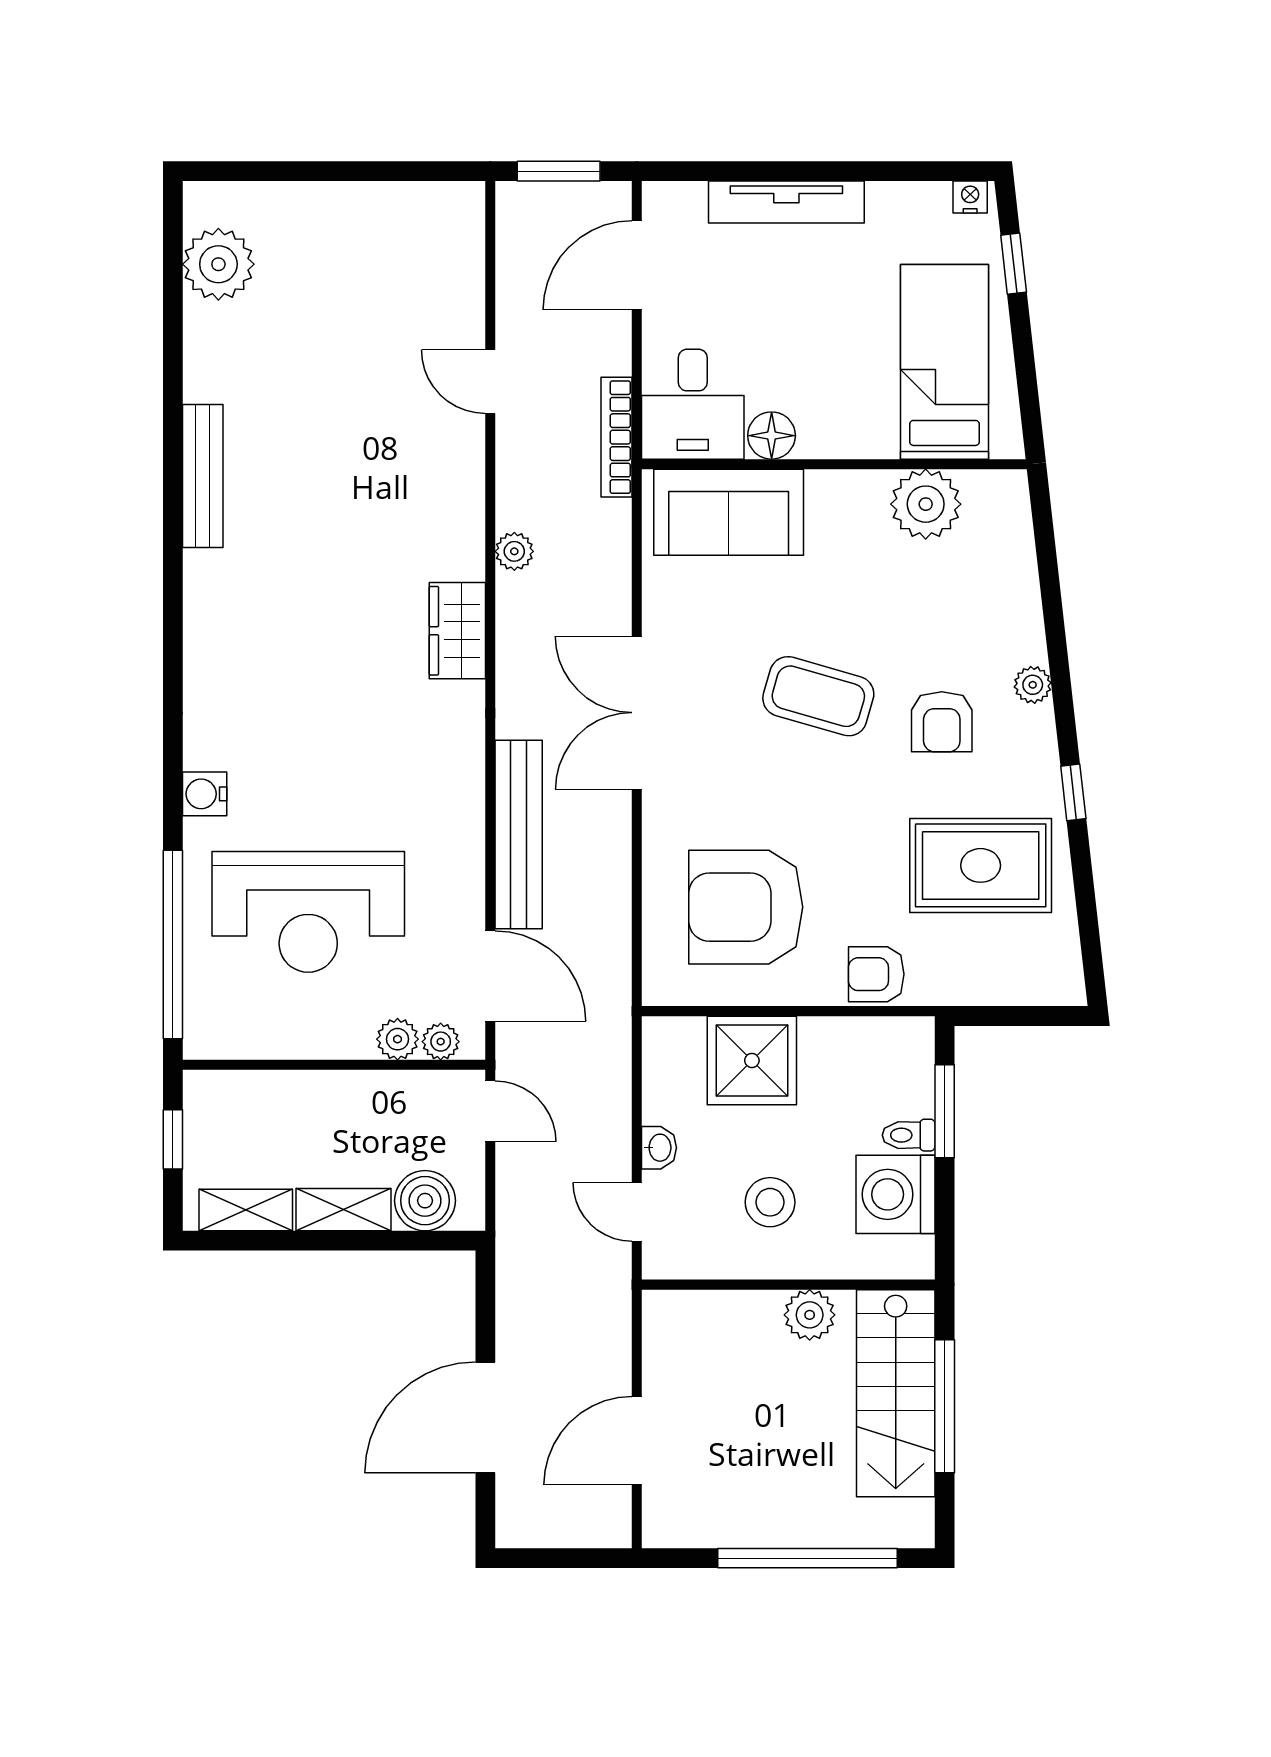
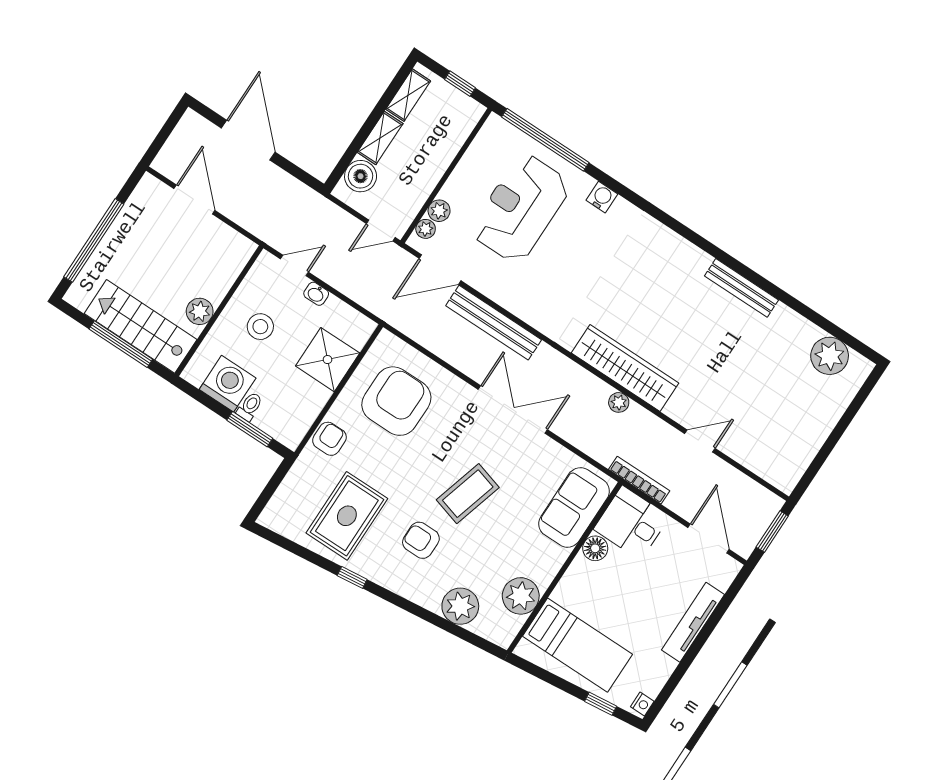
wardrobe: (457, 631) -> (625, 368), width x2.10, depth x1.17
plant: (1033, 685) -> (460, 606), moved, width x1.88, depth x1.88

